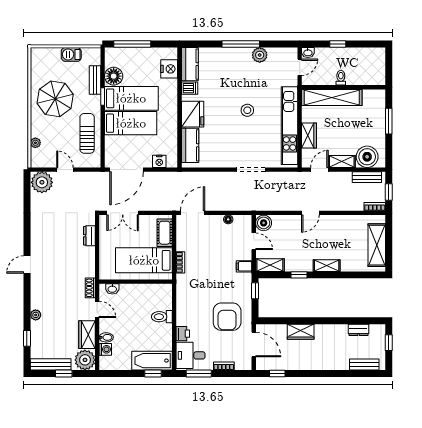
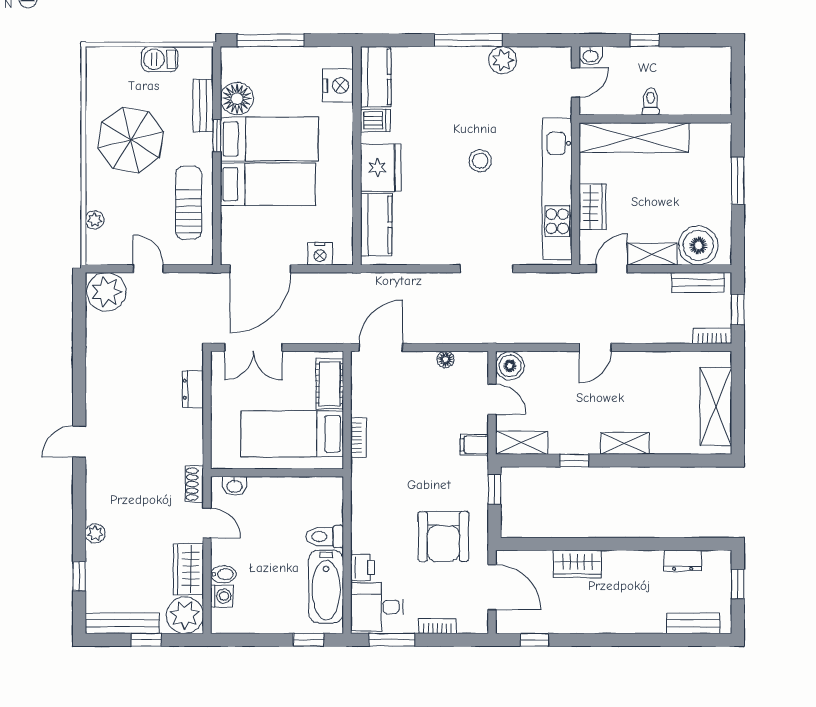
bathtub: (152, 361) -> (326, 586), moved, turned -90

